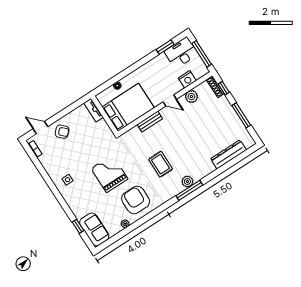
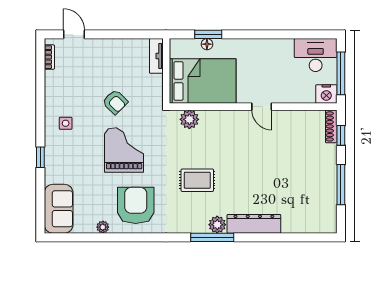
window: (165, 47) -> (208, 34), moved
nightstand: (187, 79) -> (326, 94), moved
plant: (191, 97) -> (189, 119), moved
bench: (150, 122) -> (219, 117), removed
armchair: (62, 132) -> (115, 102), moved
dresser: (228, 154) -> (254, 224), moved
rug: (161, 164) -> (197, 180), turned 90
window: (78, 226) -> (40, 157), moved

